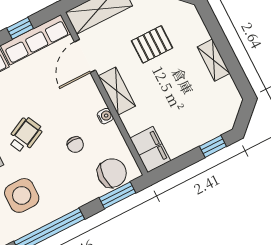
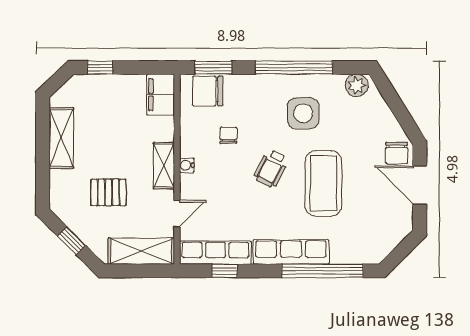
door: (85, 56) -> (177, 214), width x0.73
shelving: (214, 60) -> (61, 138), width x1.50, depth x1.33
water cooler: (105, 116) -> (187, 165), moved
wheelchair: (25, 135) -> (271, 169), turned -37

